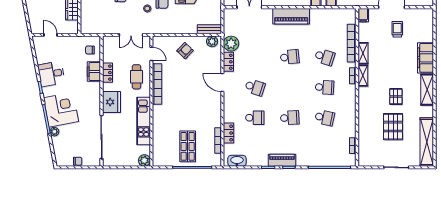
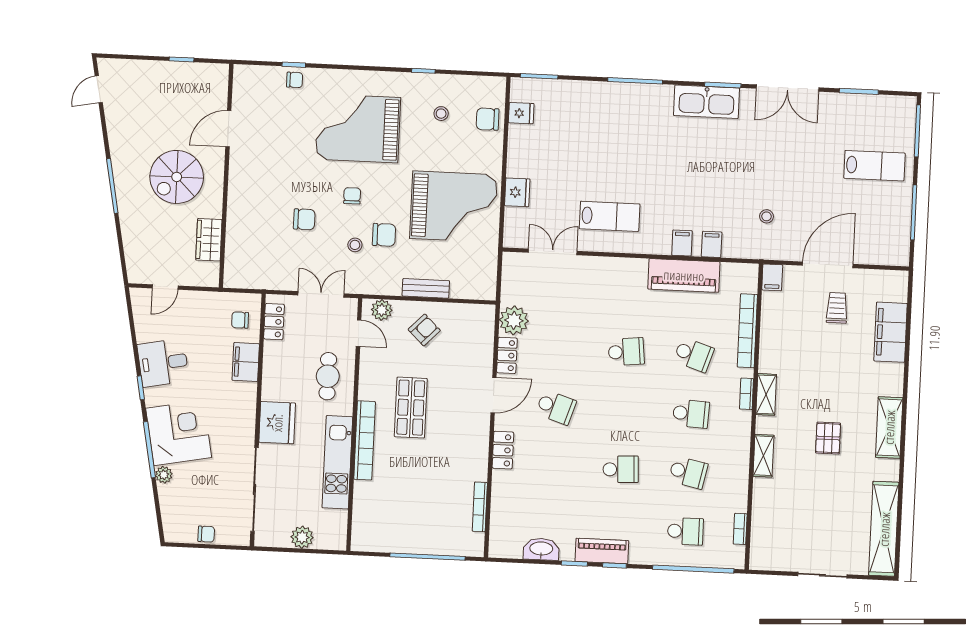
piano: (291, 16) -> (684, 275), moved
bench: (209, 29) -> (426, 288), moved
door: (50, 35) -> (165, 287), swing flipped
double door: (131, 35) -> (321, 294), swing flipped
plant: (212, 41) -> (382, 310), moved
shelving: (363, 53) -> (763, 456), moved
filing cabinet: (426, 58) -> (891, 332), moved
locker: (107, 73) -> (274, 322), moved
door: (222, 83) -> (494, 395), swing flipped
bookcase: (157, 84) -> (365, 440), moved
school desk: (255, 118) -> (685, 531), moved
pallet: (393, 127) -> (820, 496), removed
locker: (229, 133) -> (503, 450), moved
shop shelf: (188, 146) -> (411, 408), moved
plant: (144, 160) -> (302, 537), moved
washbasin: (237, 161) -> (541, 549), moved

